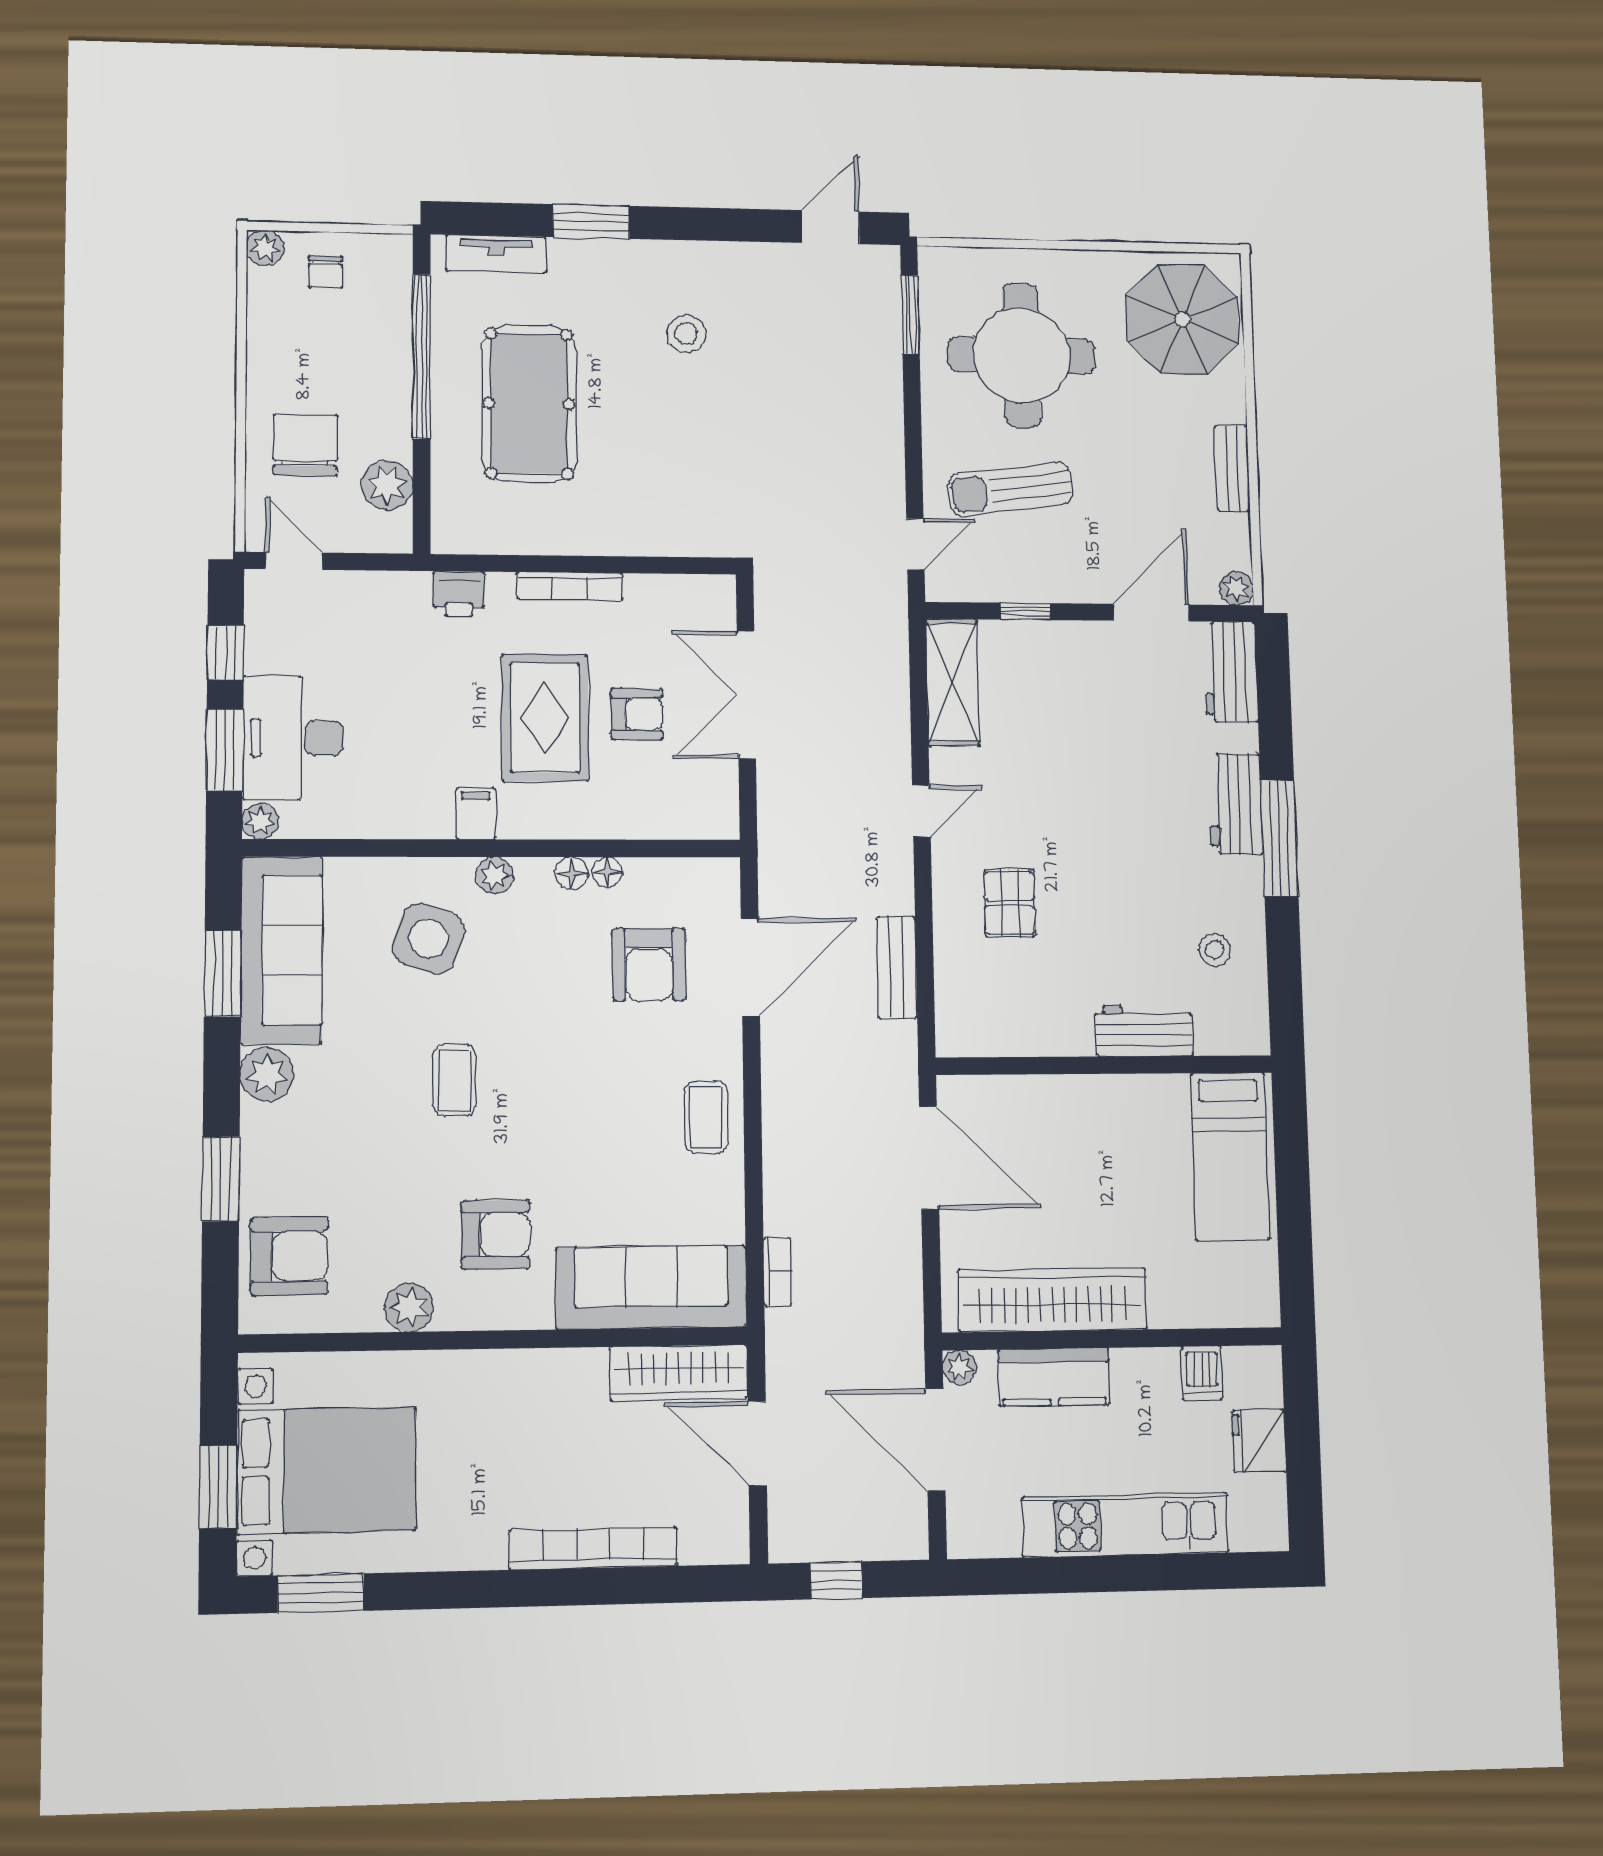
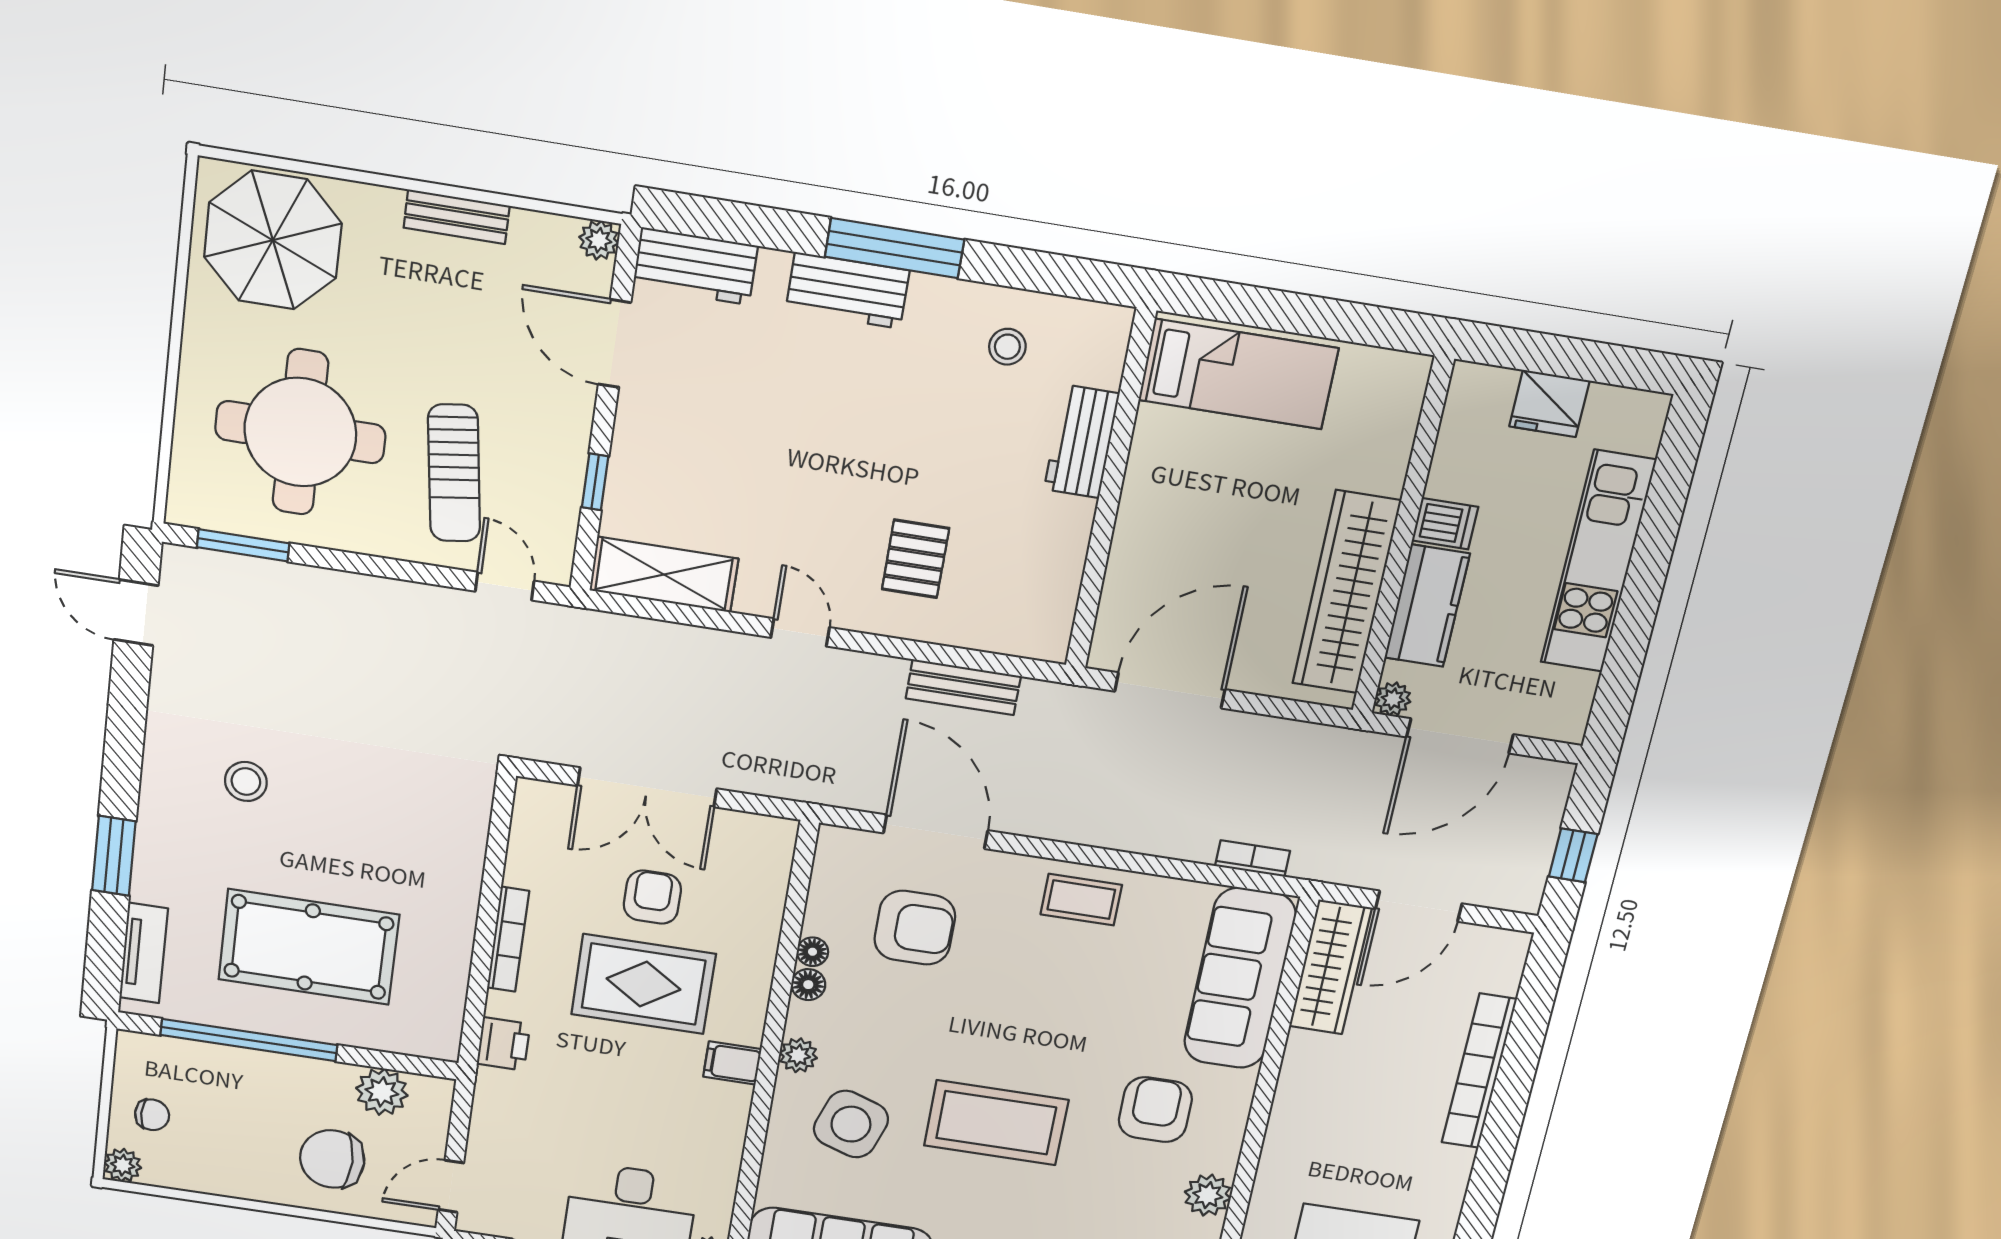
pallet: (1010, 903) -> (916, 559), turned 90
coffee table: (454, 1080) -> (996, 1123), width x1.86, depth x1.72
dishwasher: (1202, 1373) -> (1445, 524), moved

